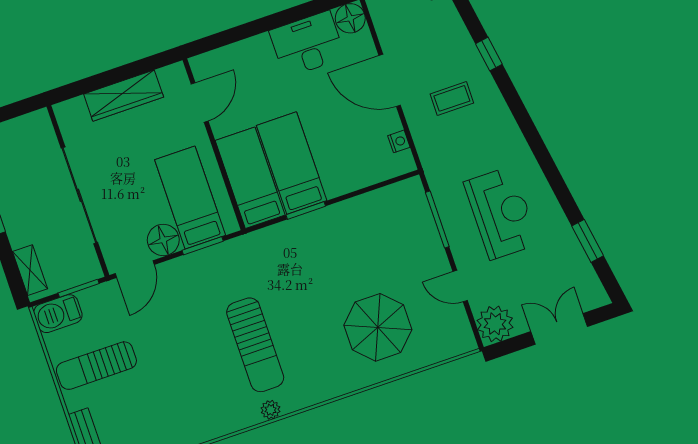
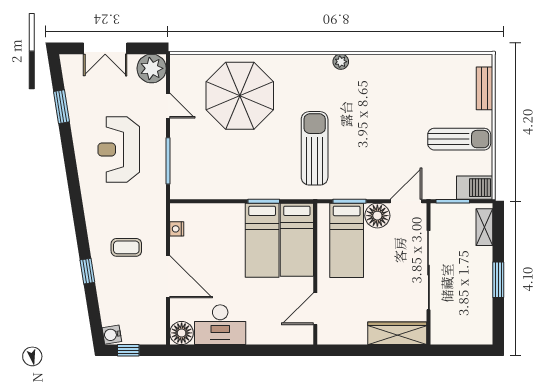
wardrobe: (124, 96) -> (397, 333), moved
parasol: (378, 327) -> (240, 96), width x1.36, depth x1.36
sun lounger: (255, 345) -> (315, 148), moved

